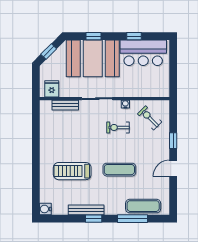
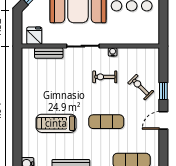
exercise bike: (150, 118) -> (141, 87), moved

